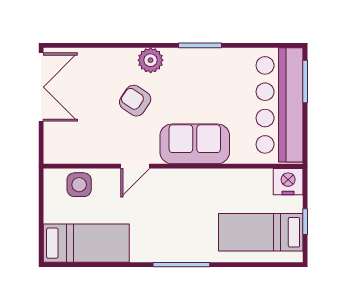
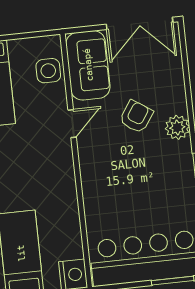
sofa: (195, 144) -> (88, 65), moved
door: (135, 166) -> (72, 124), swing flipped

